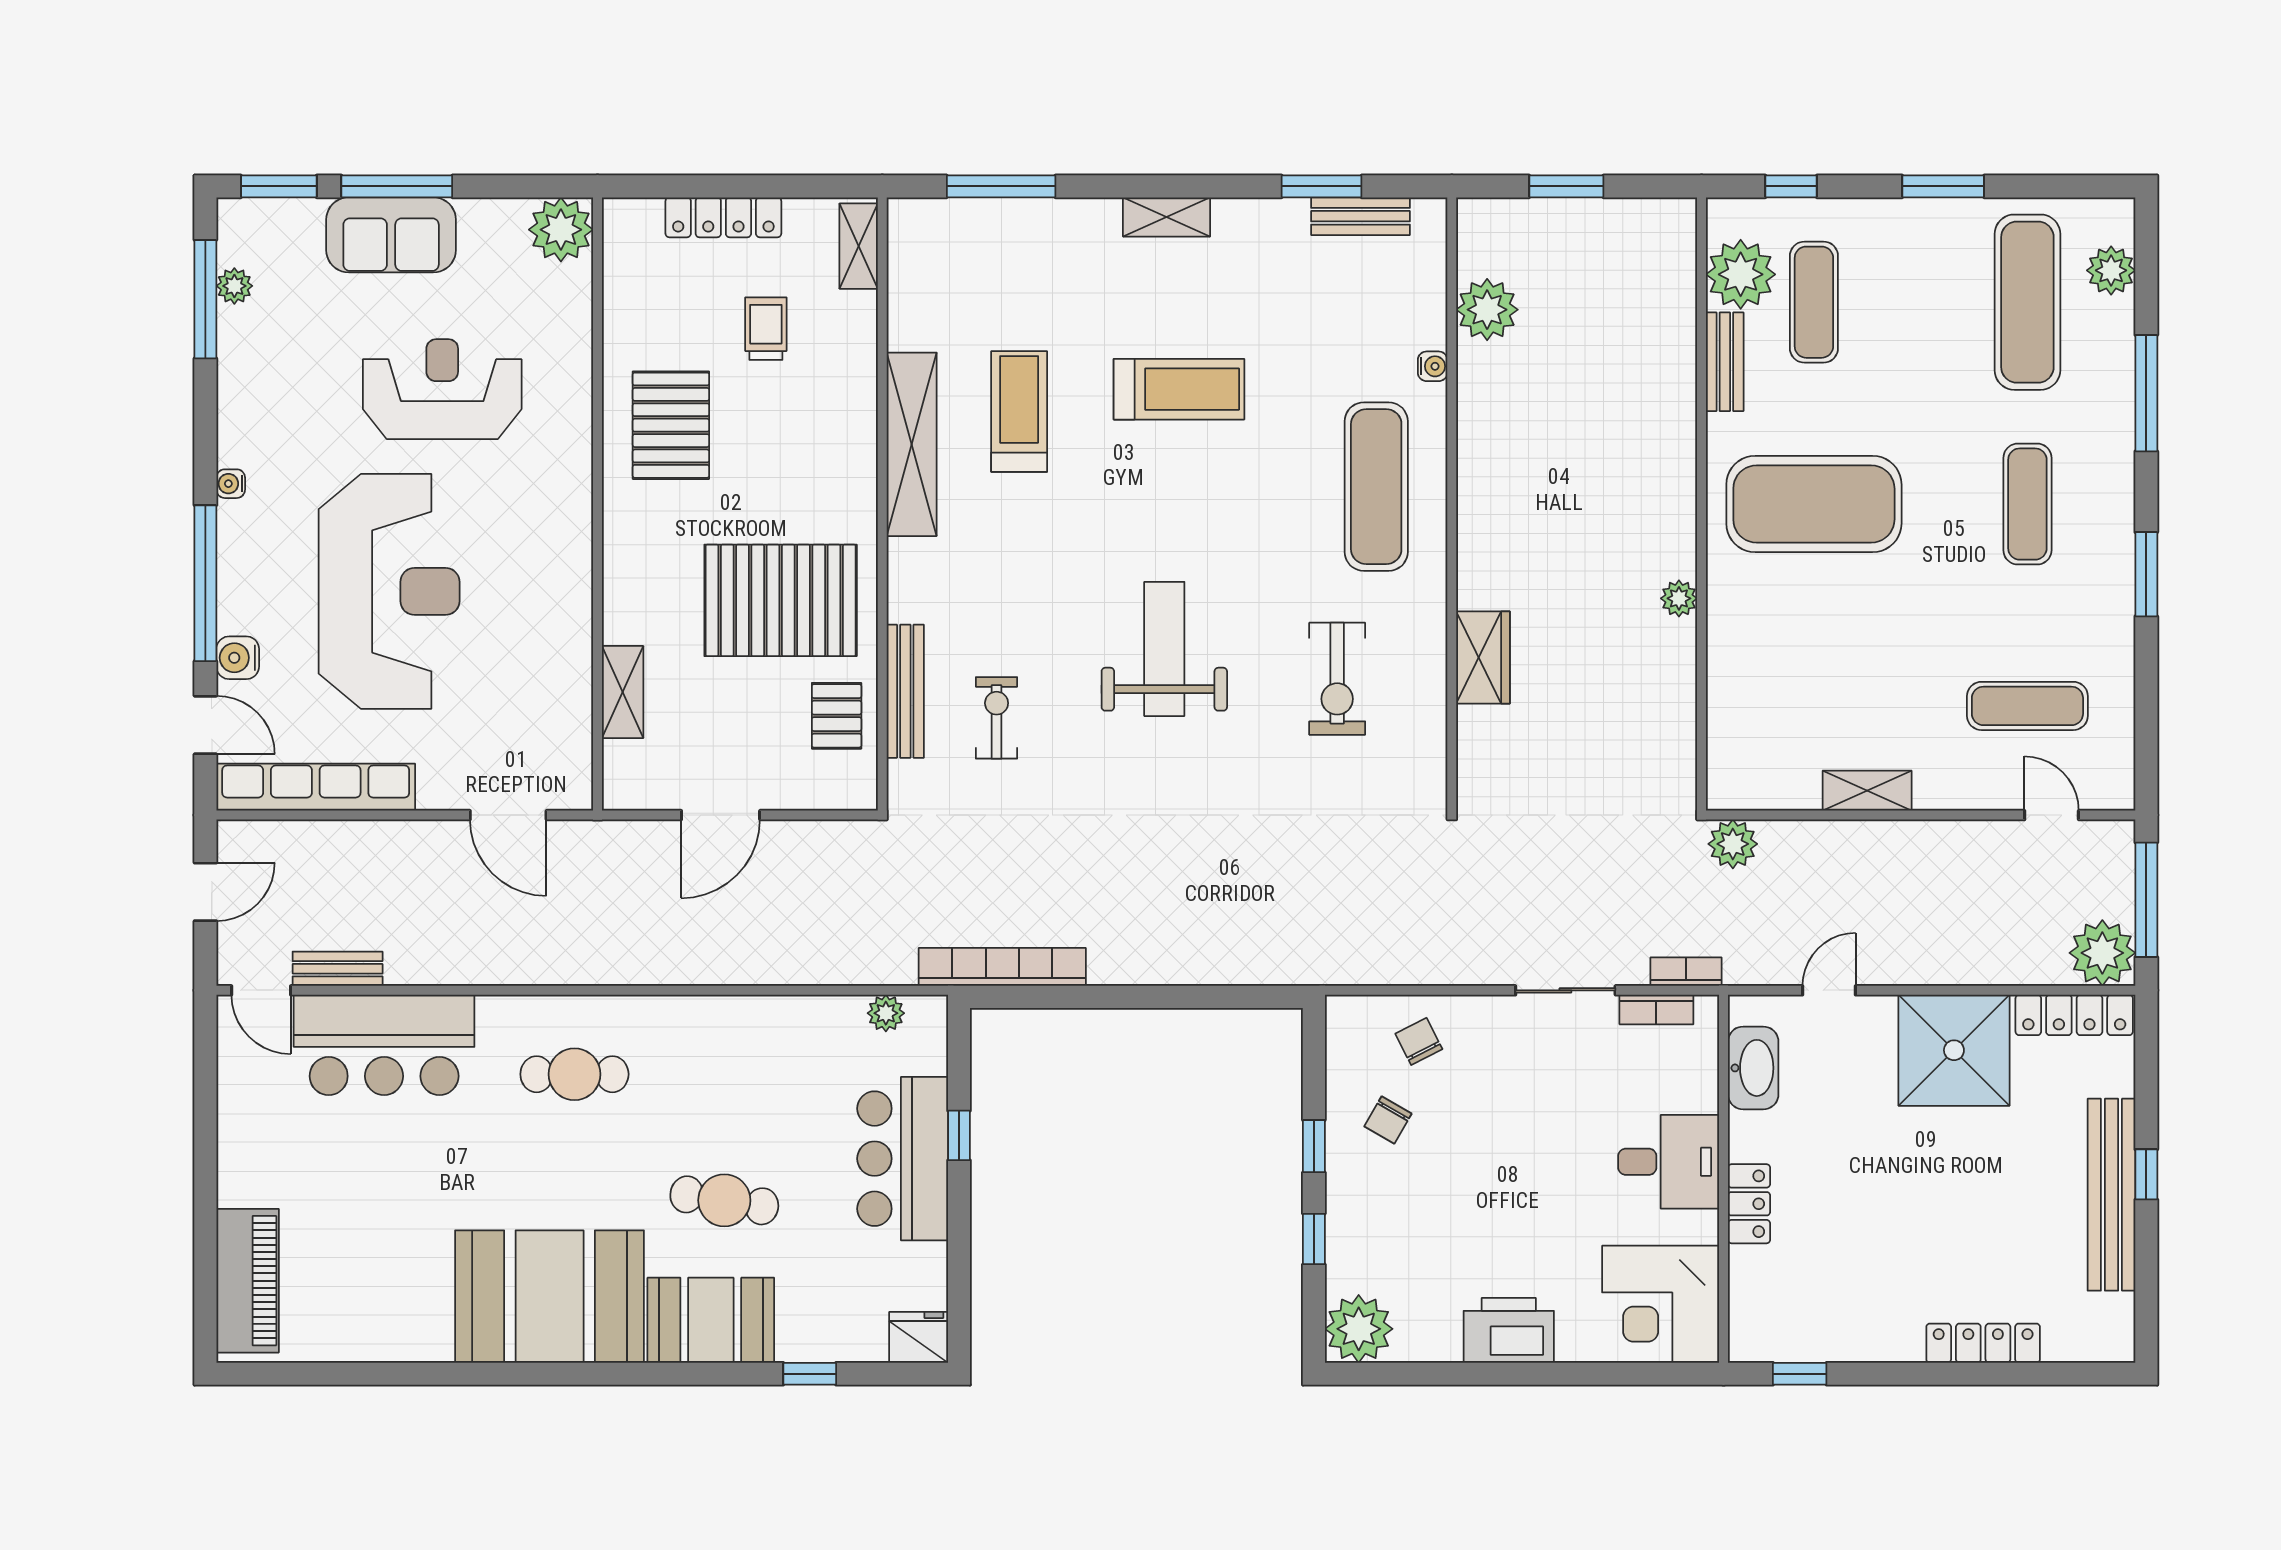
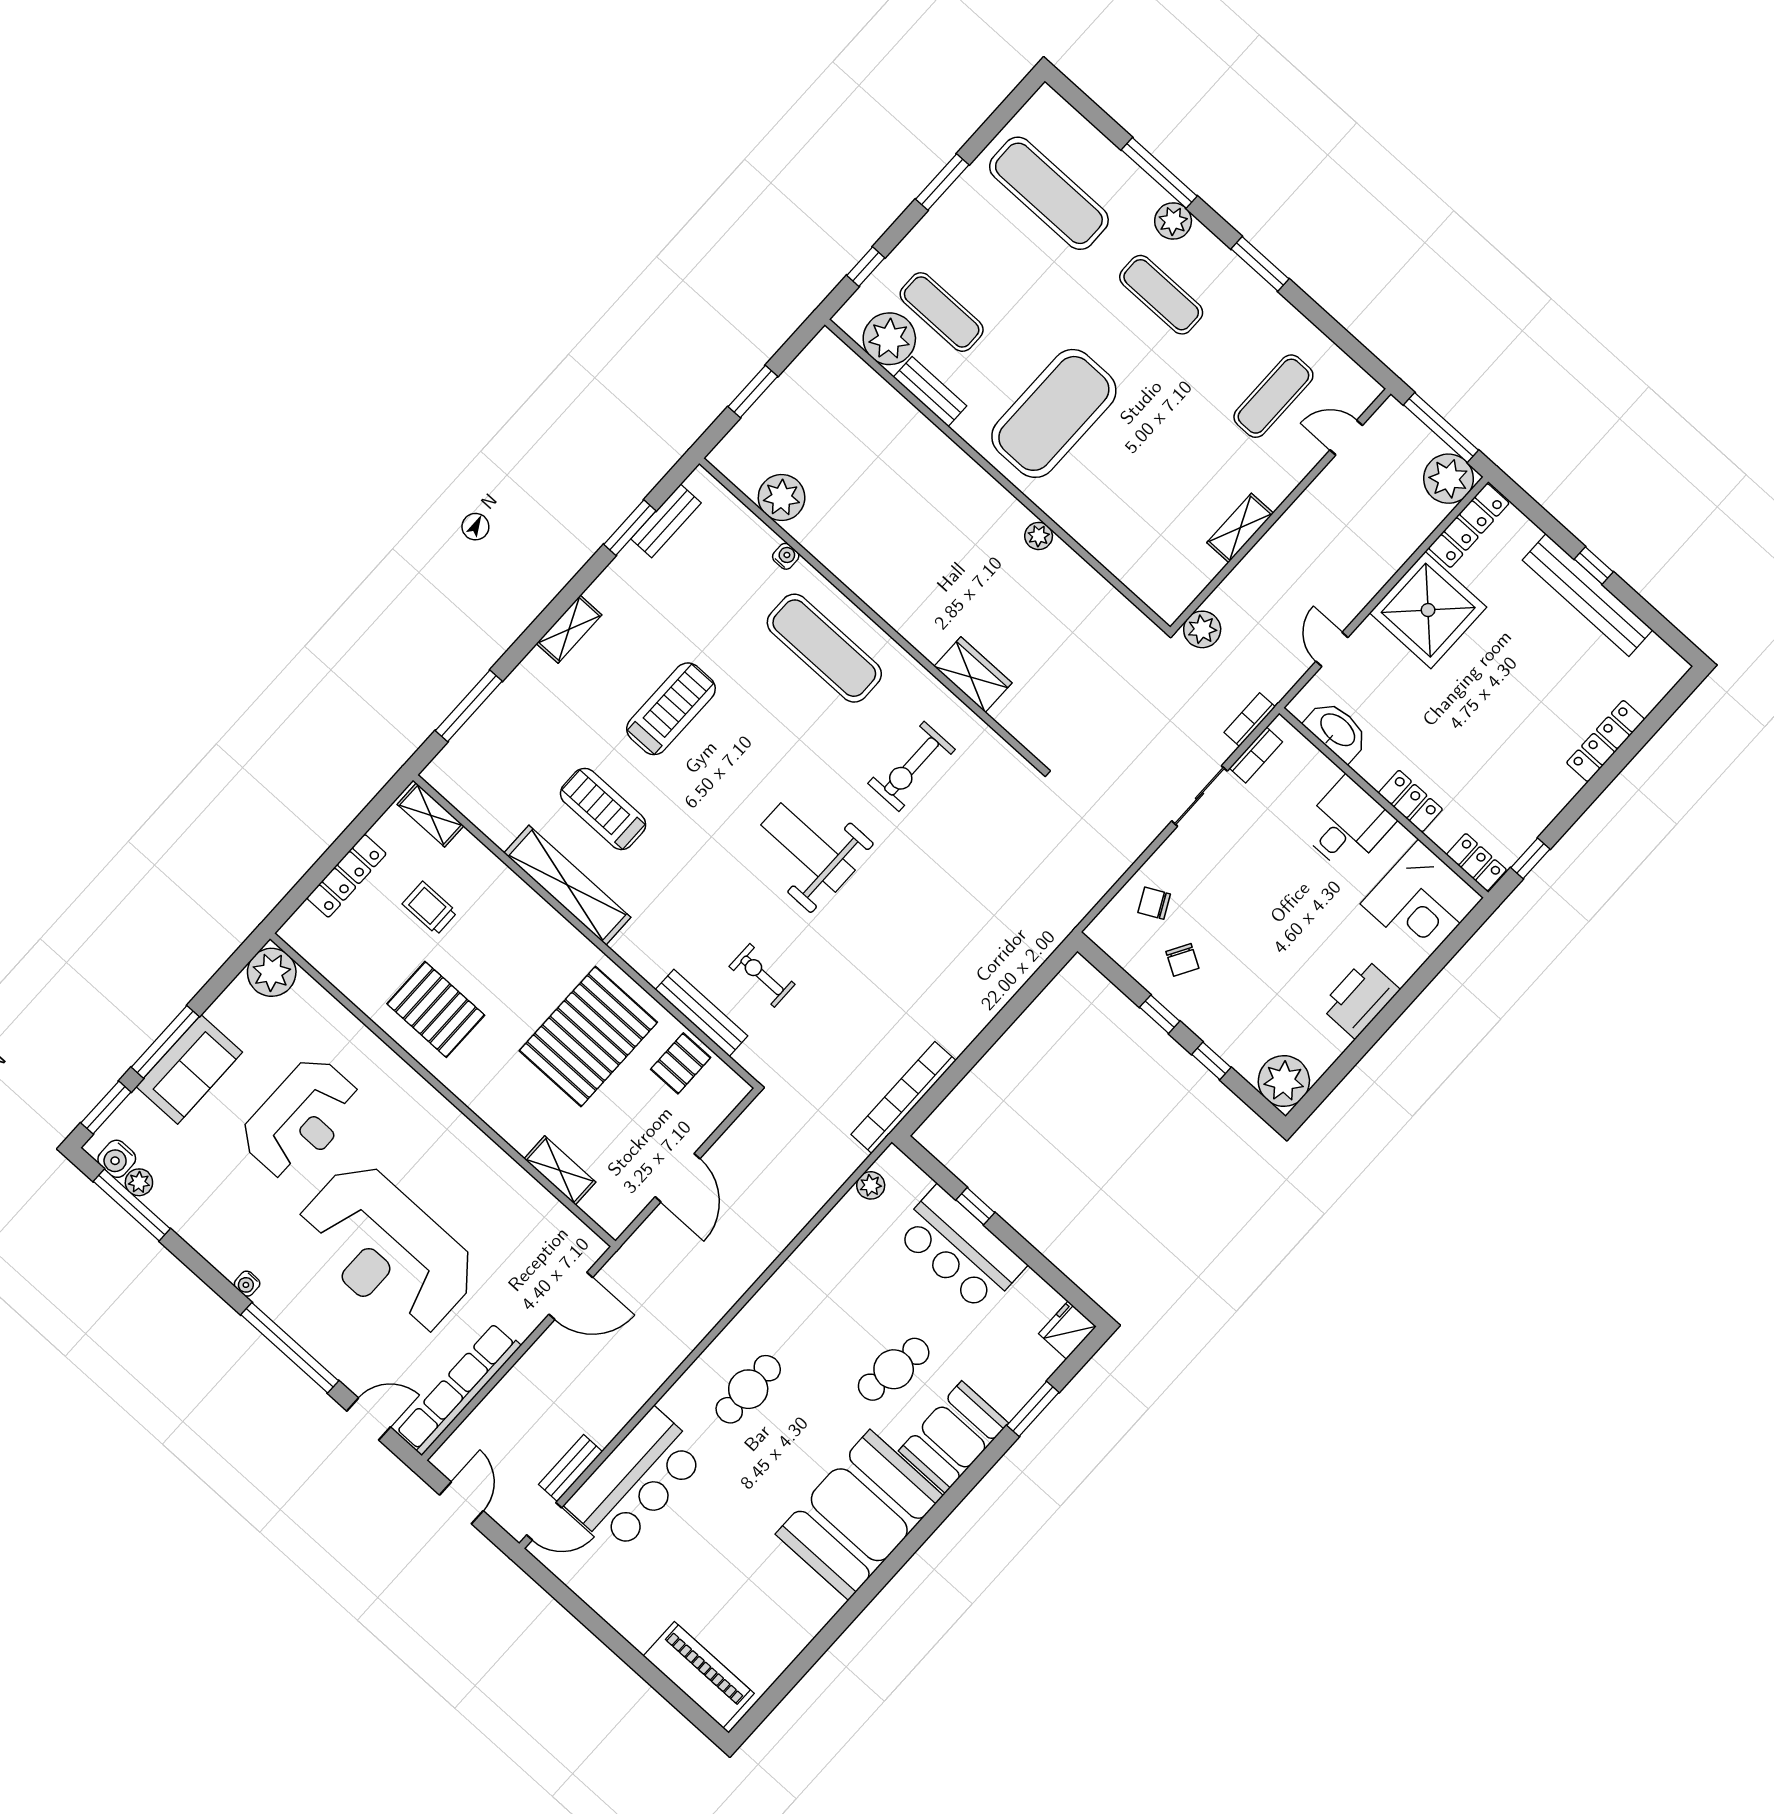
plant: (2111, 270) -> (1173, 221), moved
reception desk: (442, 389) -> (301, 1119), turned 180
reception desk: (389, 591) -> (387, 1250), turned 180
water cooler: (238, 658) -> (117, 1159), moved
exercise bike: (1337, 679) -> (912, 766), turned 90
pallet: (837, 716) -> (681, 1063), turned 90
locker: (1748, 1324) -> (1476, 862), added
window: (810, 1374) -> (1033, 1409), width x1.50

